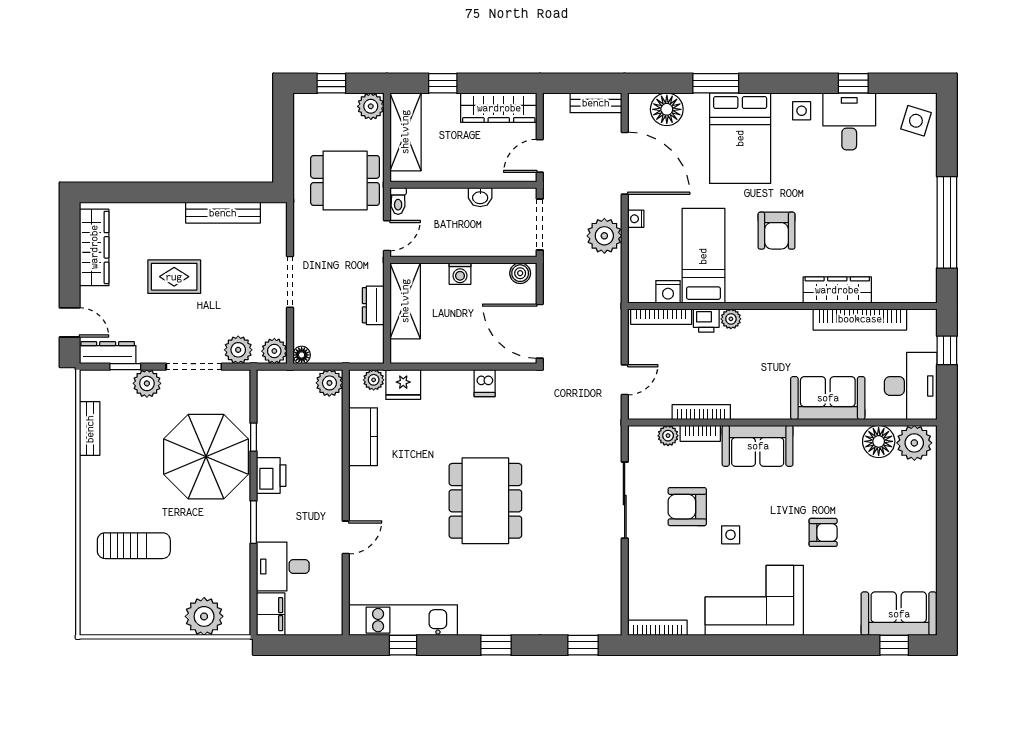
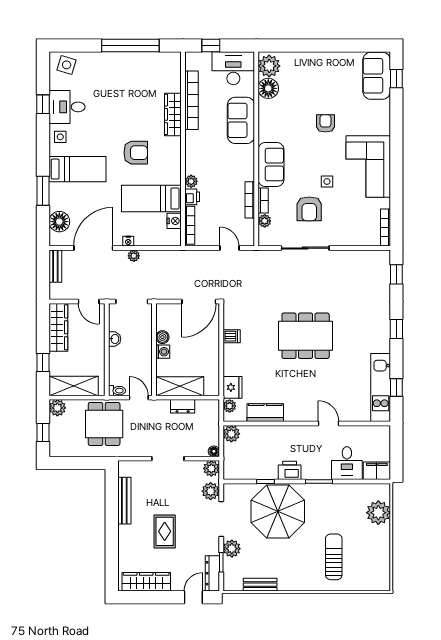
bed: (740, 138) -> (78, 169), width x0.67
plant: (604, 236) -> (134, 256), width x0.53, depth x0.53
boiler: (520, 273) -> (162, 337), moved

